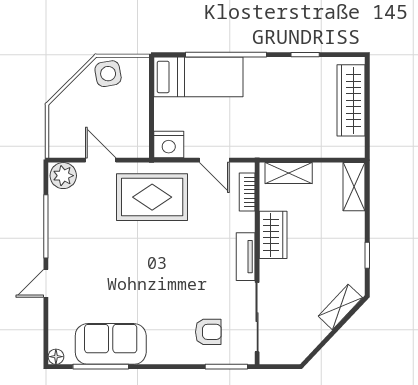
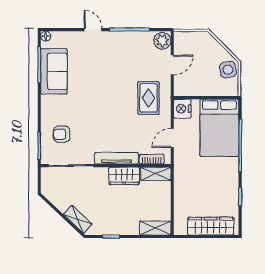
bed: (198, 77) -> (219, 128), width x1.50
shelving: (289, 173) -> (156, 174), moved, turned 90
rug: (152, 197) -> (148, 98), width x0.73, depth x0.70
tv unit: (246, 257) -> (116, 158), width x1.41
armchair: (208, 332) -> (62, 134), turned 90

